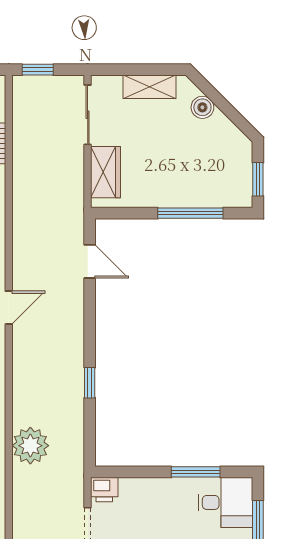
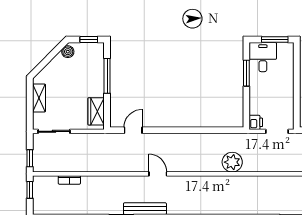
boiler: (202, 107) -> (68, 52), moved
wardrobe: (106, 172) -> (96, 111), moved, turned -90
window: (90, 383) -> (198, 130), removed

